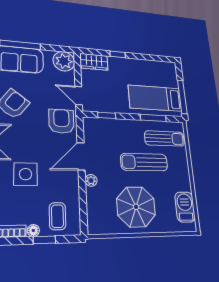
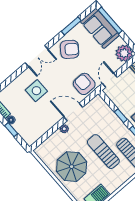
window: (107, 115) -> (121, 116), moved
armchair: (61, 121) -> (84, 84), turned -90
coffee table: (57, 216) -> (29, 126), removed

